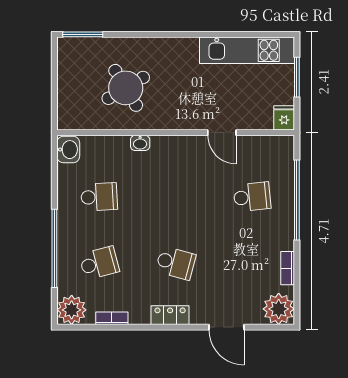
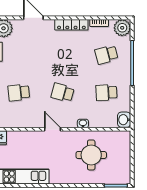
round table: (126, 88) -> (91, 155), turned 31
door: (222, 133) -> (52, 129), moved
school desk: (176, 263) -> (63, 93), moved
locker: (170, 315) -> (71, 25), width x1.53

